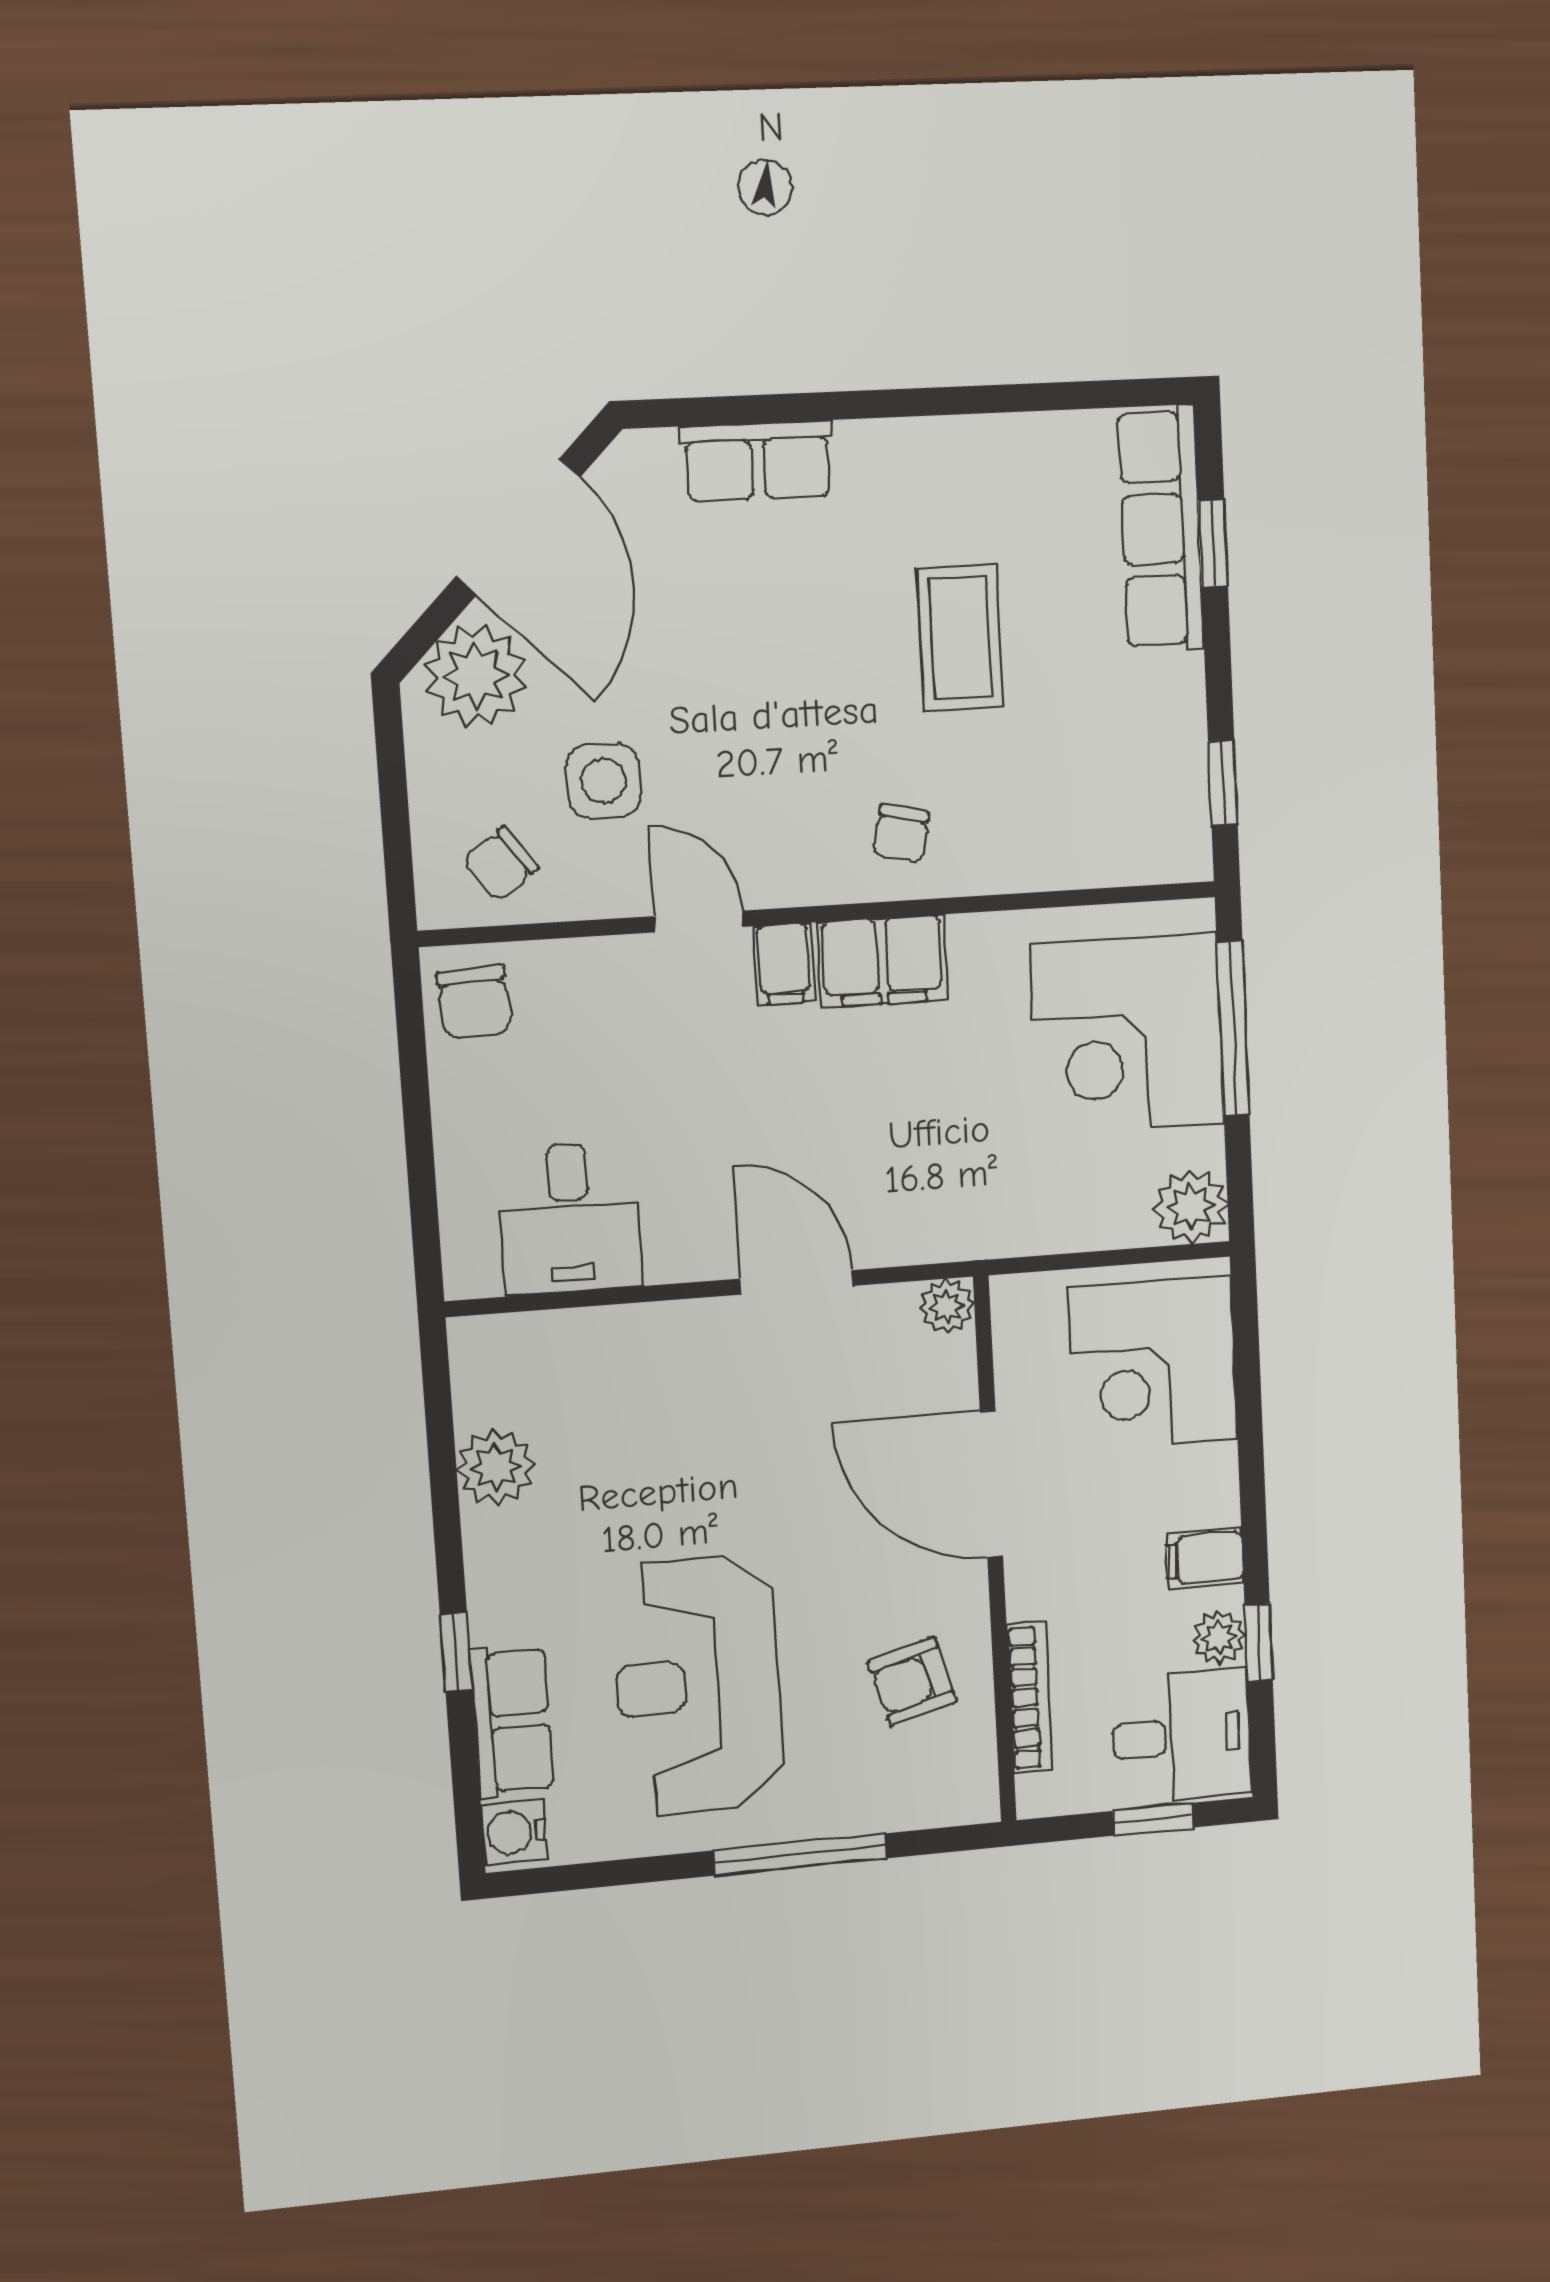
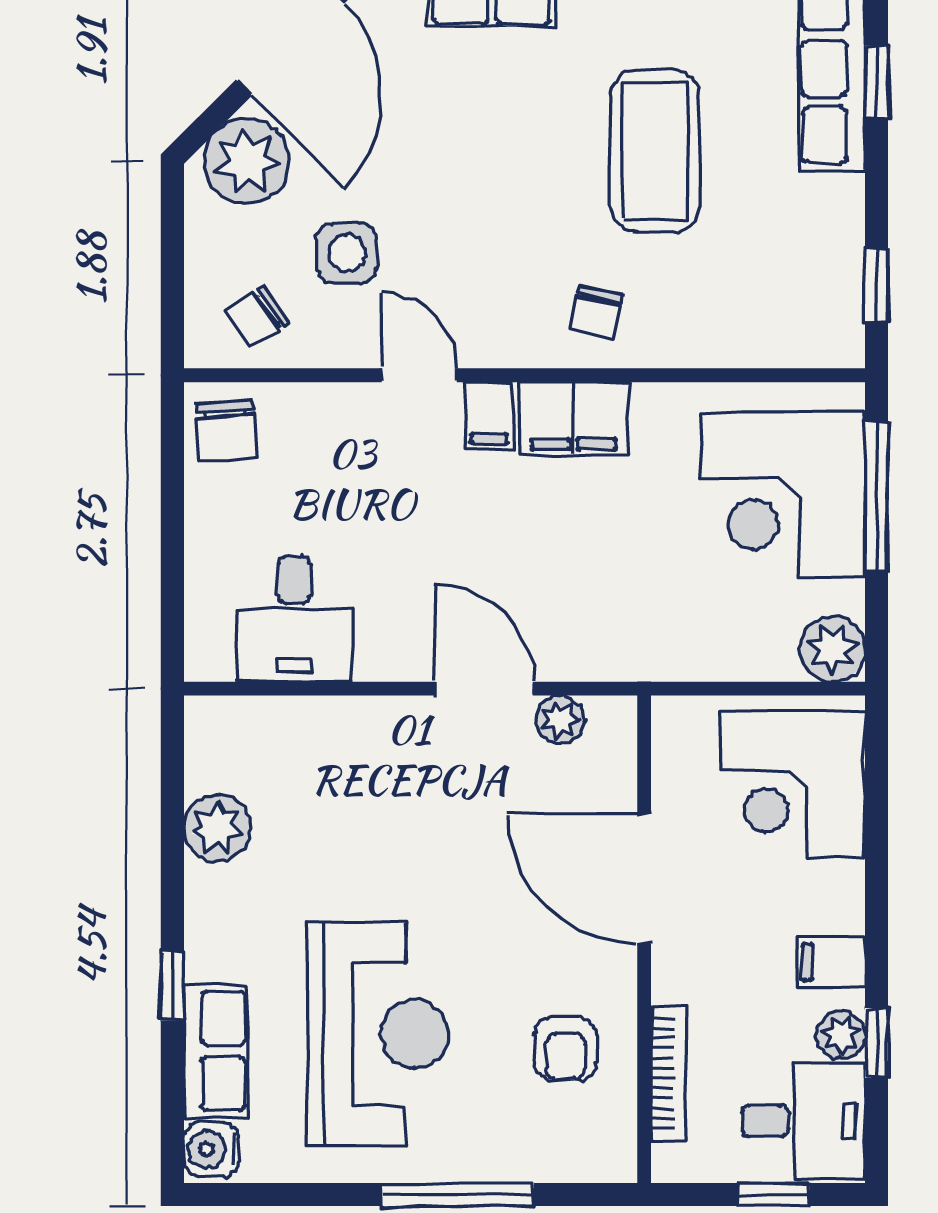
coffee table: (960, 638) -> (655, 151), width x1.36, depth x1.32
plant: (947, 1306) -> (560, 720), moved
armchair: (912, 1682) -> (565, 1049), turned -74
reception desk: (698, 1685) -> (378, 1034), turned 180

